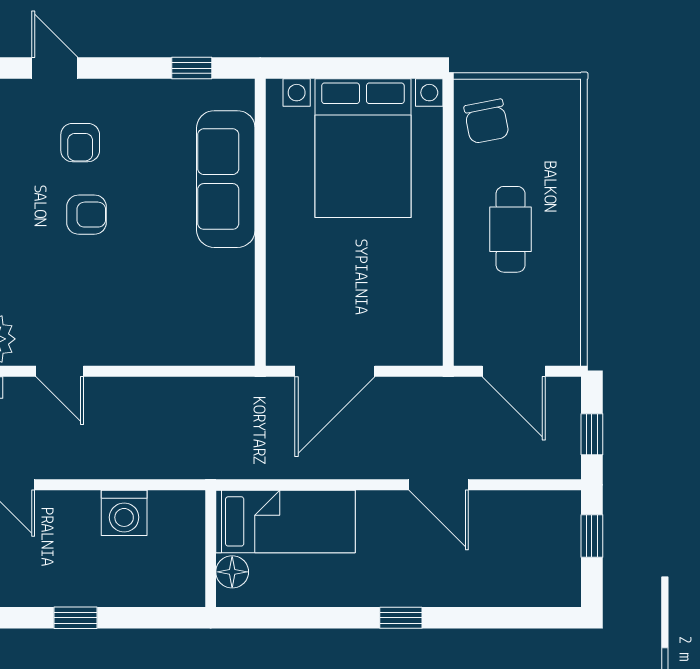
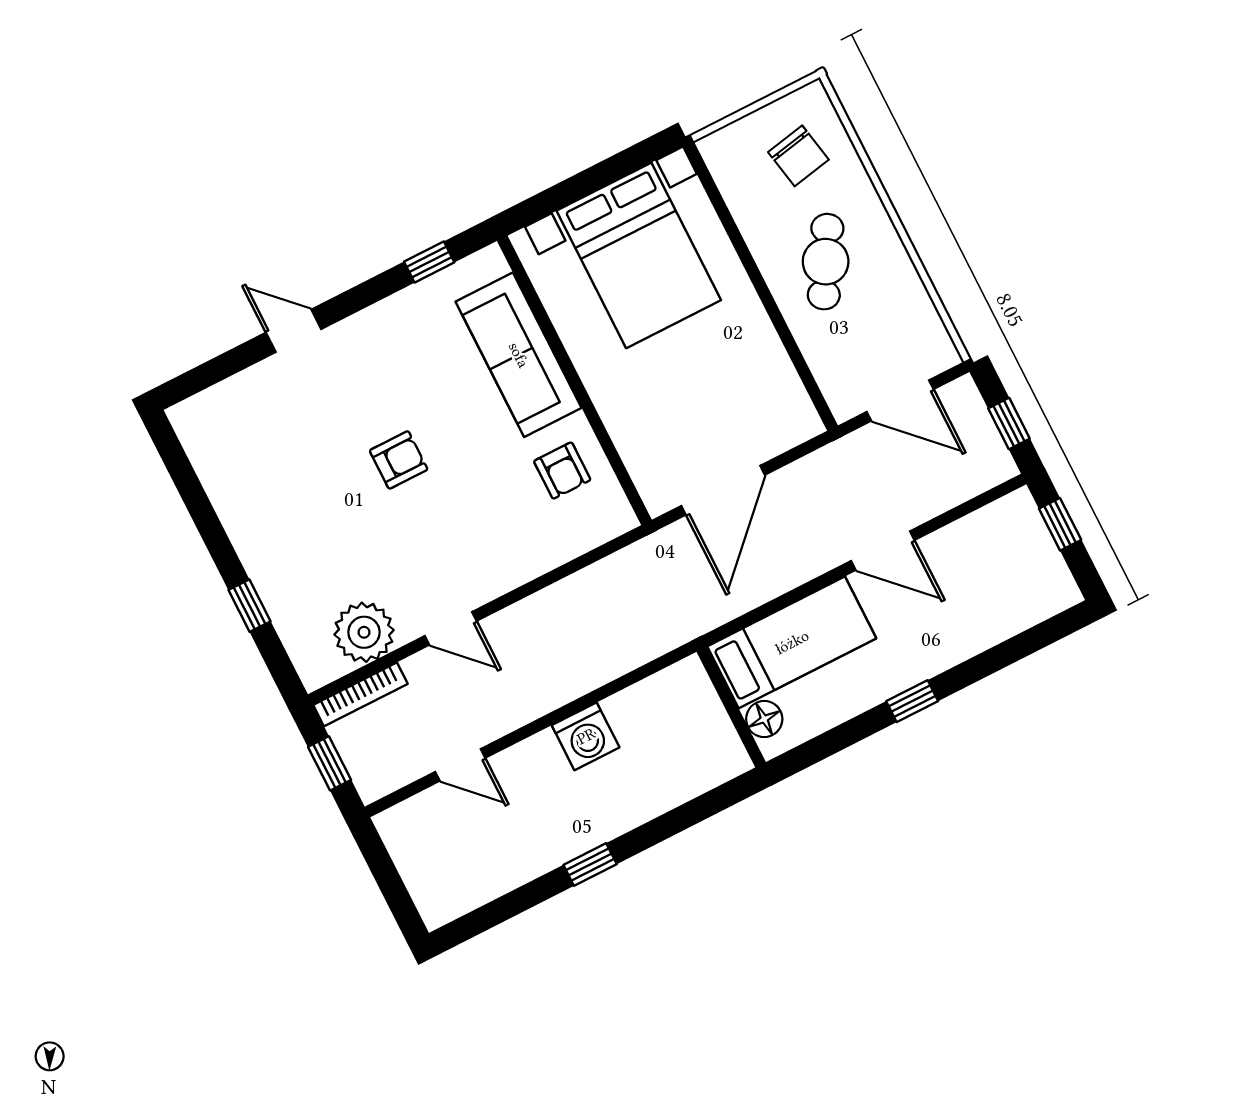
chair: (487, 121) -> (798, 156), moved
armchair: (80, 143) -> (562, 471), moved
cafe table: (511, 229) -> (826, 262), turned 30
bed: (286, 521) -> (792, 642), moved
wall: (211, 549) -> (731, 707), moved
floor lamp: (232, 572) -> (764, 719), moved

